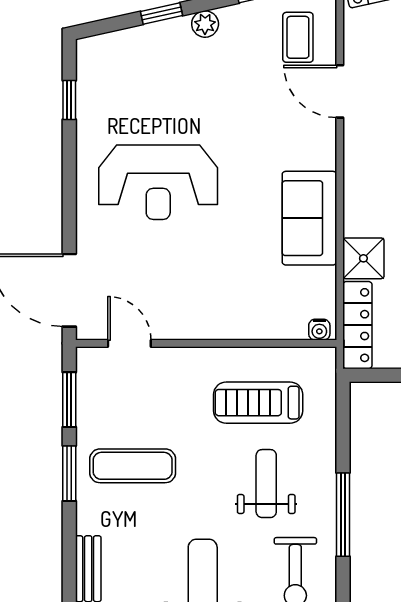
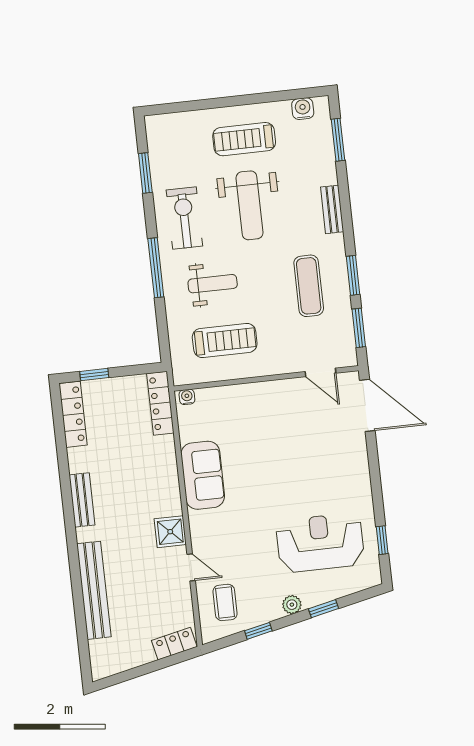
door: (340, 91) -> (191, 567), width x0.73
reception desk: (158, 182) -> (320, 543), moved
shower: (363, 258) -> (170, 532), moved
exercise mat: (133, 466) -> (309, 286), turned 90
weight bench: (266, 484) -> (213, 284), turned -90

